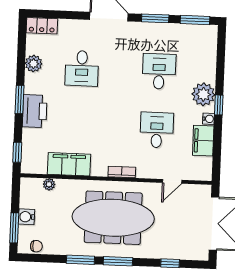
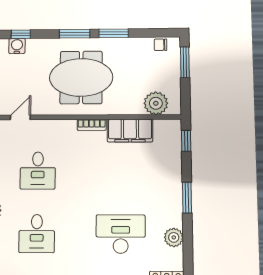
desk: (82, 68) -> (121, 234), width x1.37
printer: (35, 111) -> (170, 186), removed
bookcase: (122, 172) -> (92, 125), moved
plant: (49, 184) -> (156, 103), width x1.88, depth x1.88
water cooler: (26, 217) -> (17, 46), moved, turned -90
meeting table: (113, 218) -> (81, 77), width x0.73

